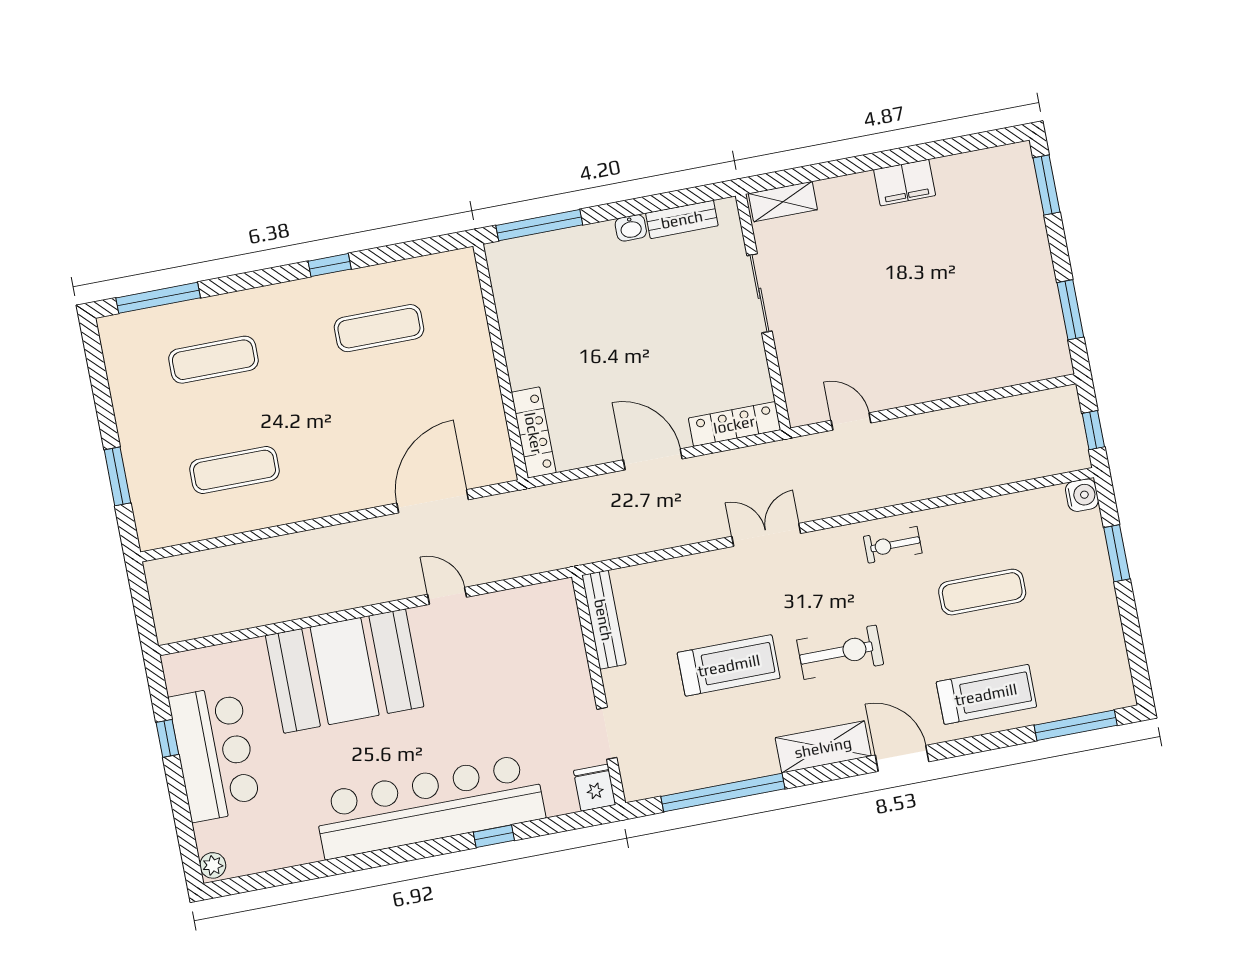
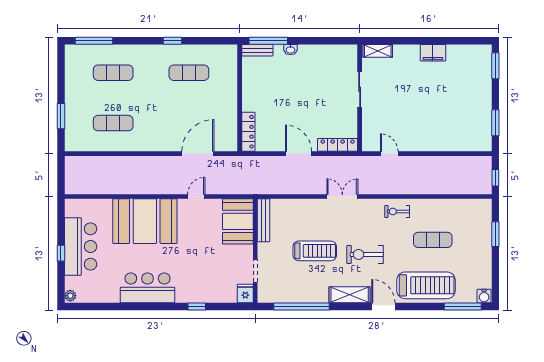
bench: (682, 219) -> (257, 50), moved
washbasin: (631, 228) -> (290, 50), moved
water cooler: (1082, 495) -> (484, 296), moved, turned 90
door: (447, 596) -> (196, 196), hinge flipped
booth: (548, 633) -> (238, 221), added
exercise bike: (840, 652) -> (365, 254), turned 180
treadmill: (986, 694) -> (426, 285), width x1.37, depth x1.38
window: (167, 738) -> (61, 253), moved
bar counter: (429, 806) -> (147, 288), width x0.54

